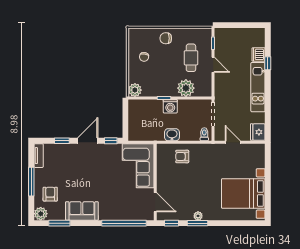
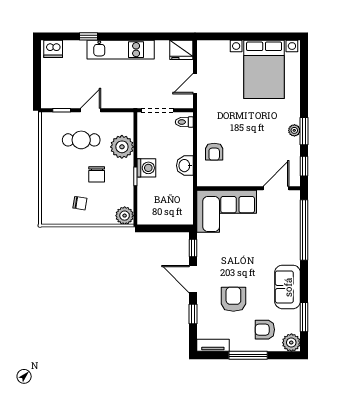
chair: (166, 38) -> (97, 174), moved
dishwasher: (259, 54) -> (53, 49), moved
armchair: (73, 171) -> (233, 299), added

